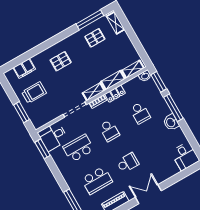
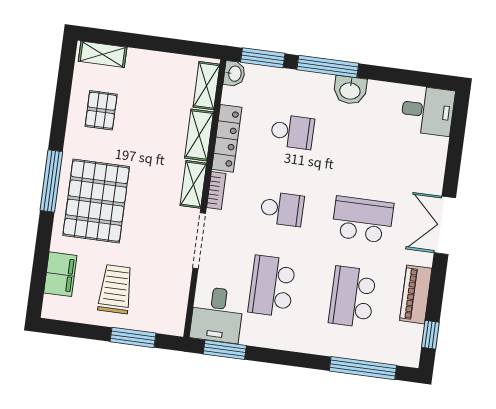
window: (90, 20) -> (51, 181), moved
pallet: (61, 61) -> (96, 201), width x2.05, depth x2.00
locker: (115, 94) -> (227, 138), width x1.53
school desk: (128, 163) -> (363, 220), width x1.85
school desk: (97, 180) -> (352, 297), turned 180

